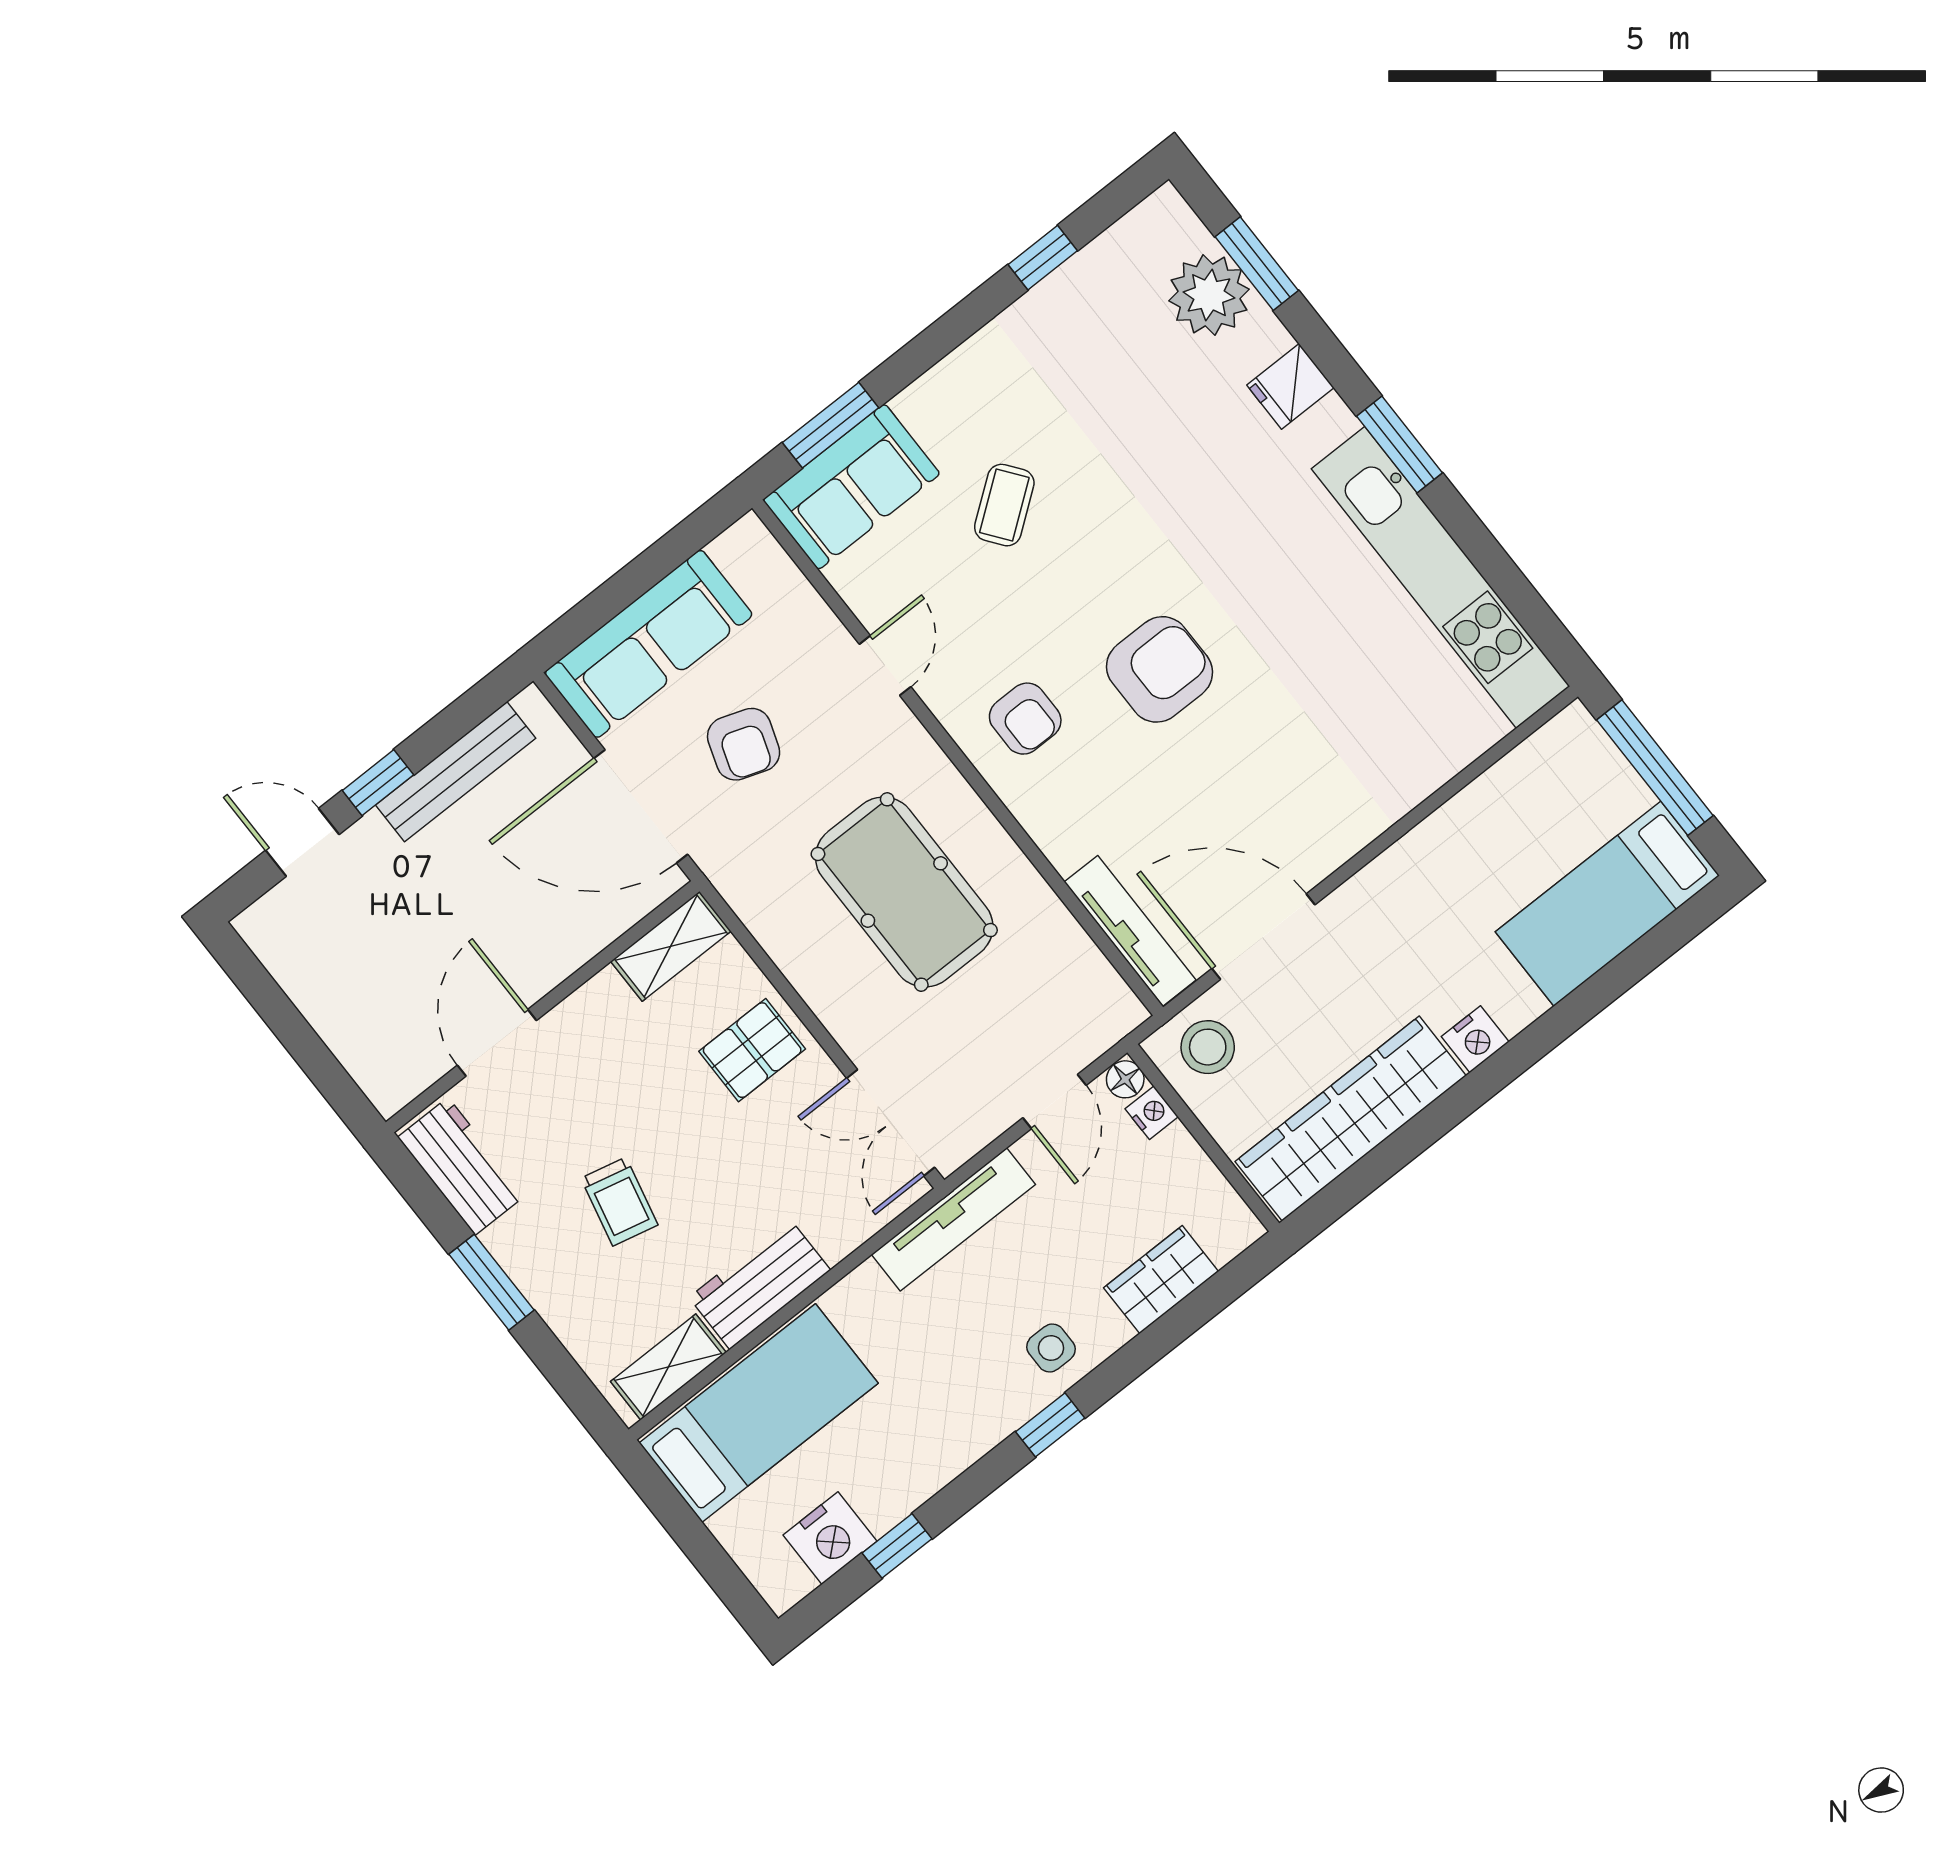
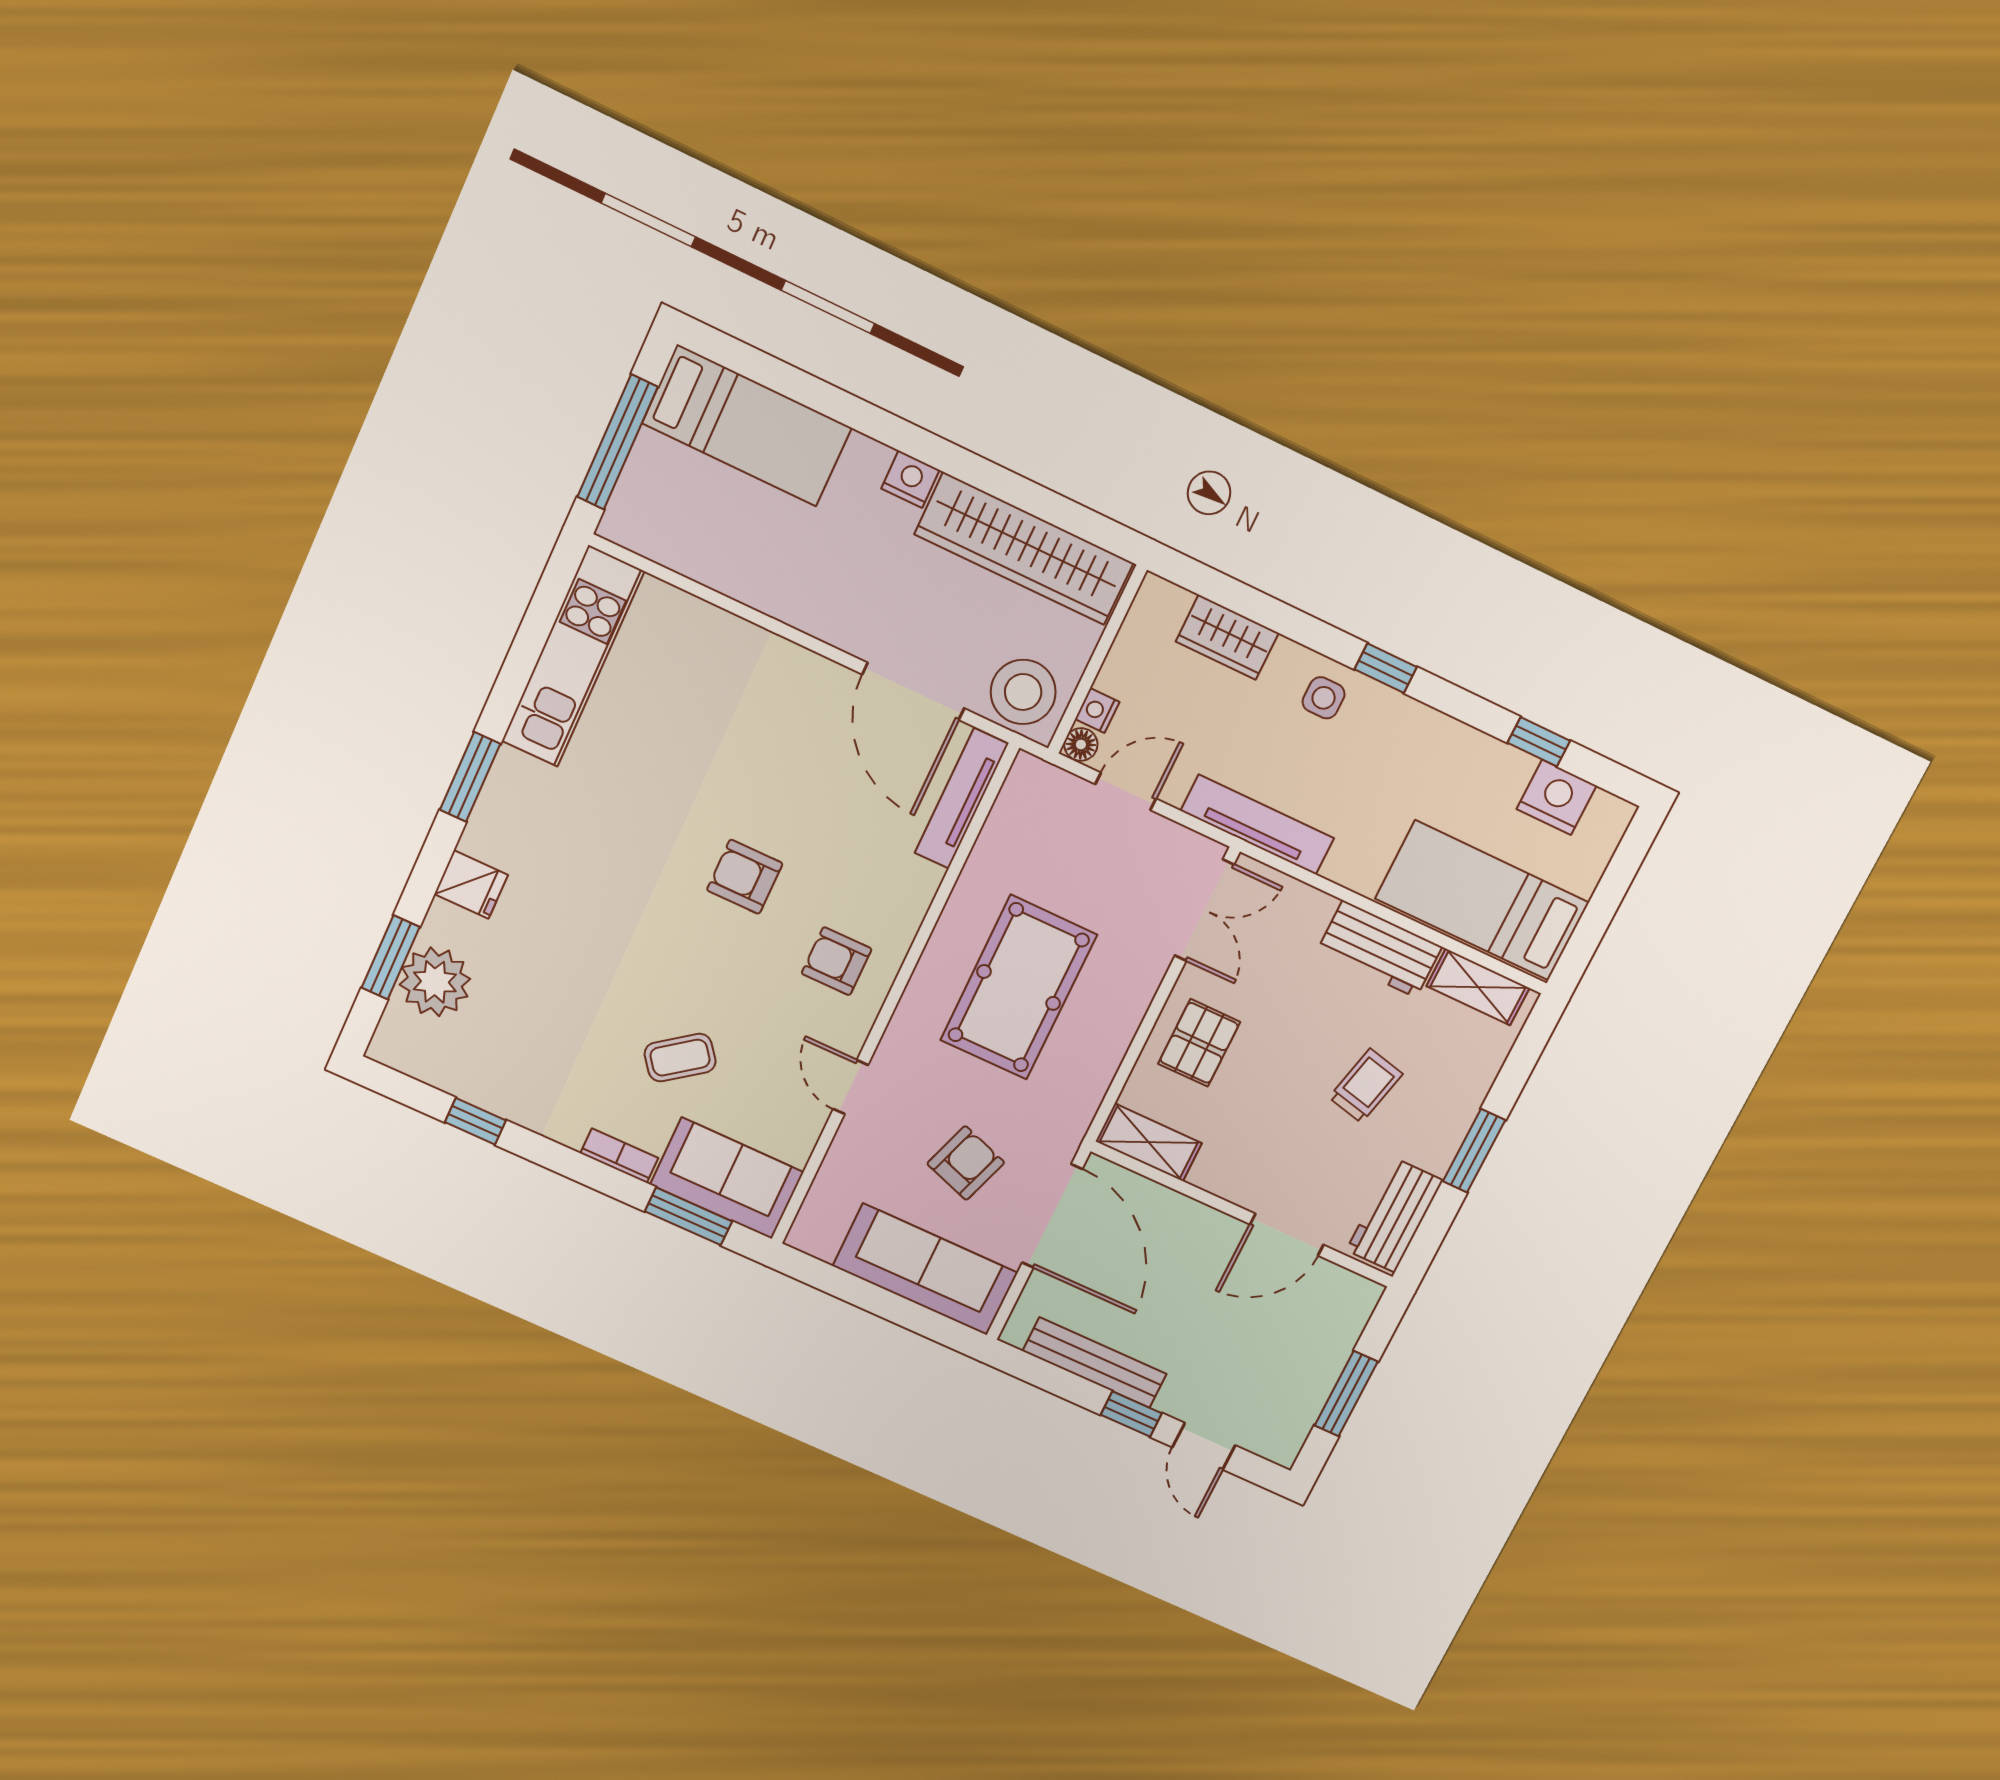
bookcase: (932, 387) -> (619, 1156), added
kitchen unit: (1441, 578) -> (573, 657), width x0.73
door: (885, 666) -> (851, 1087), hinge flipped
armchair: (1160, 669) -> (745, 877), width x0.72, depth x0.72
armchair: (1025, 719) -> (837, 961), turned -90
window: (287, 1023) -> (1346, 1394), added
stool: (1208, 1047) -> (1023, 692), width x1.38, depth x1.38
pallet: (752, 1050) -> (1199, 1043), turned 90

